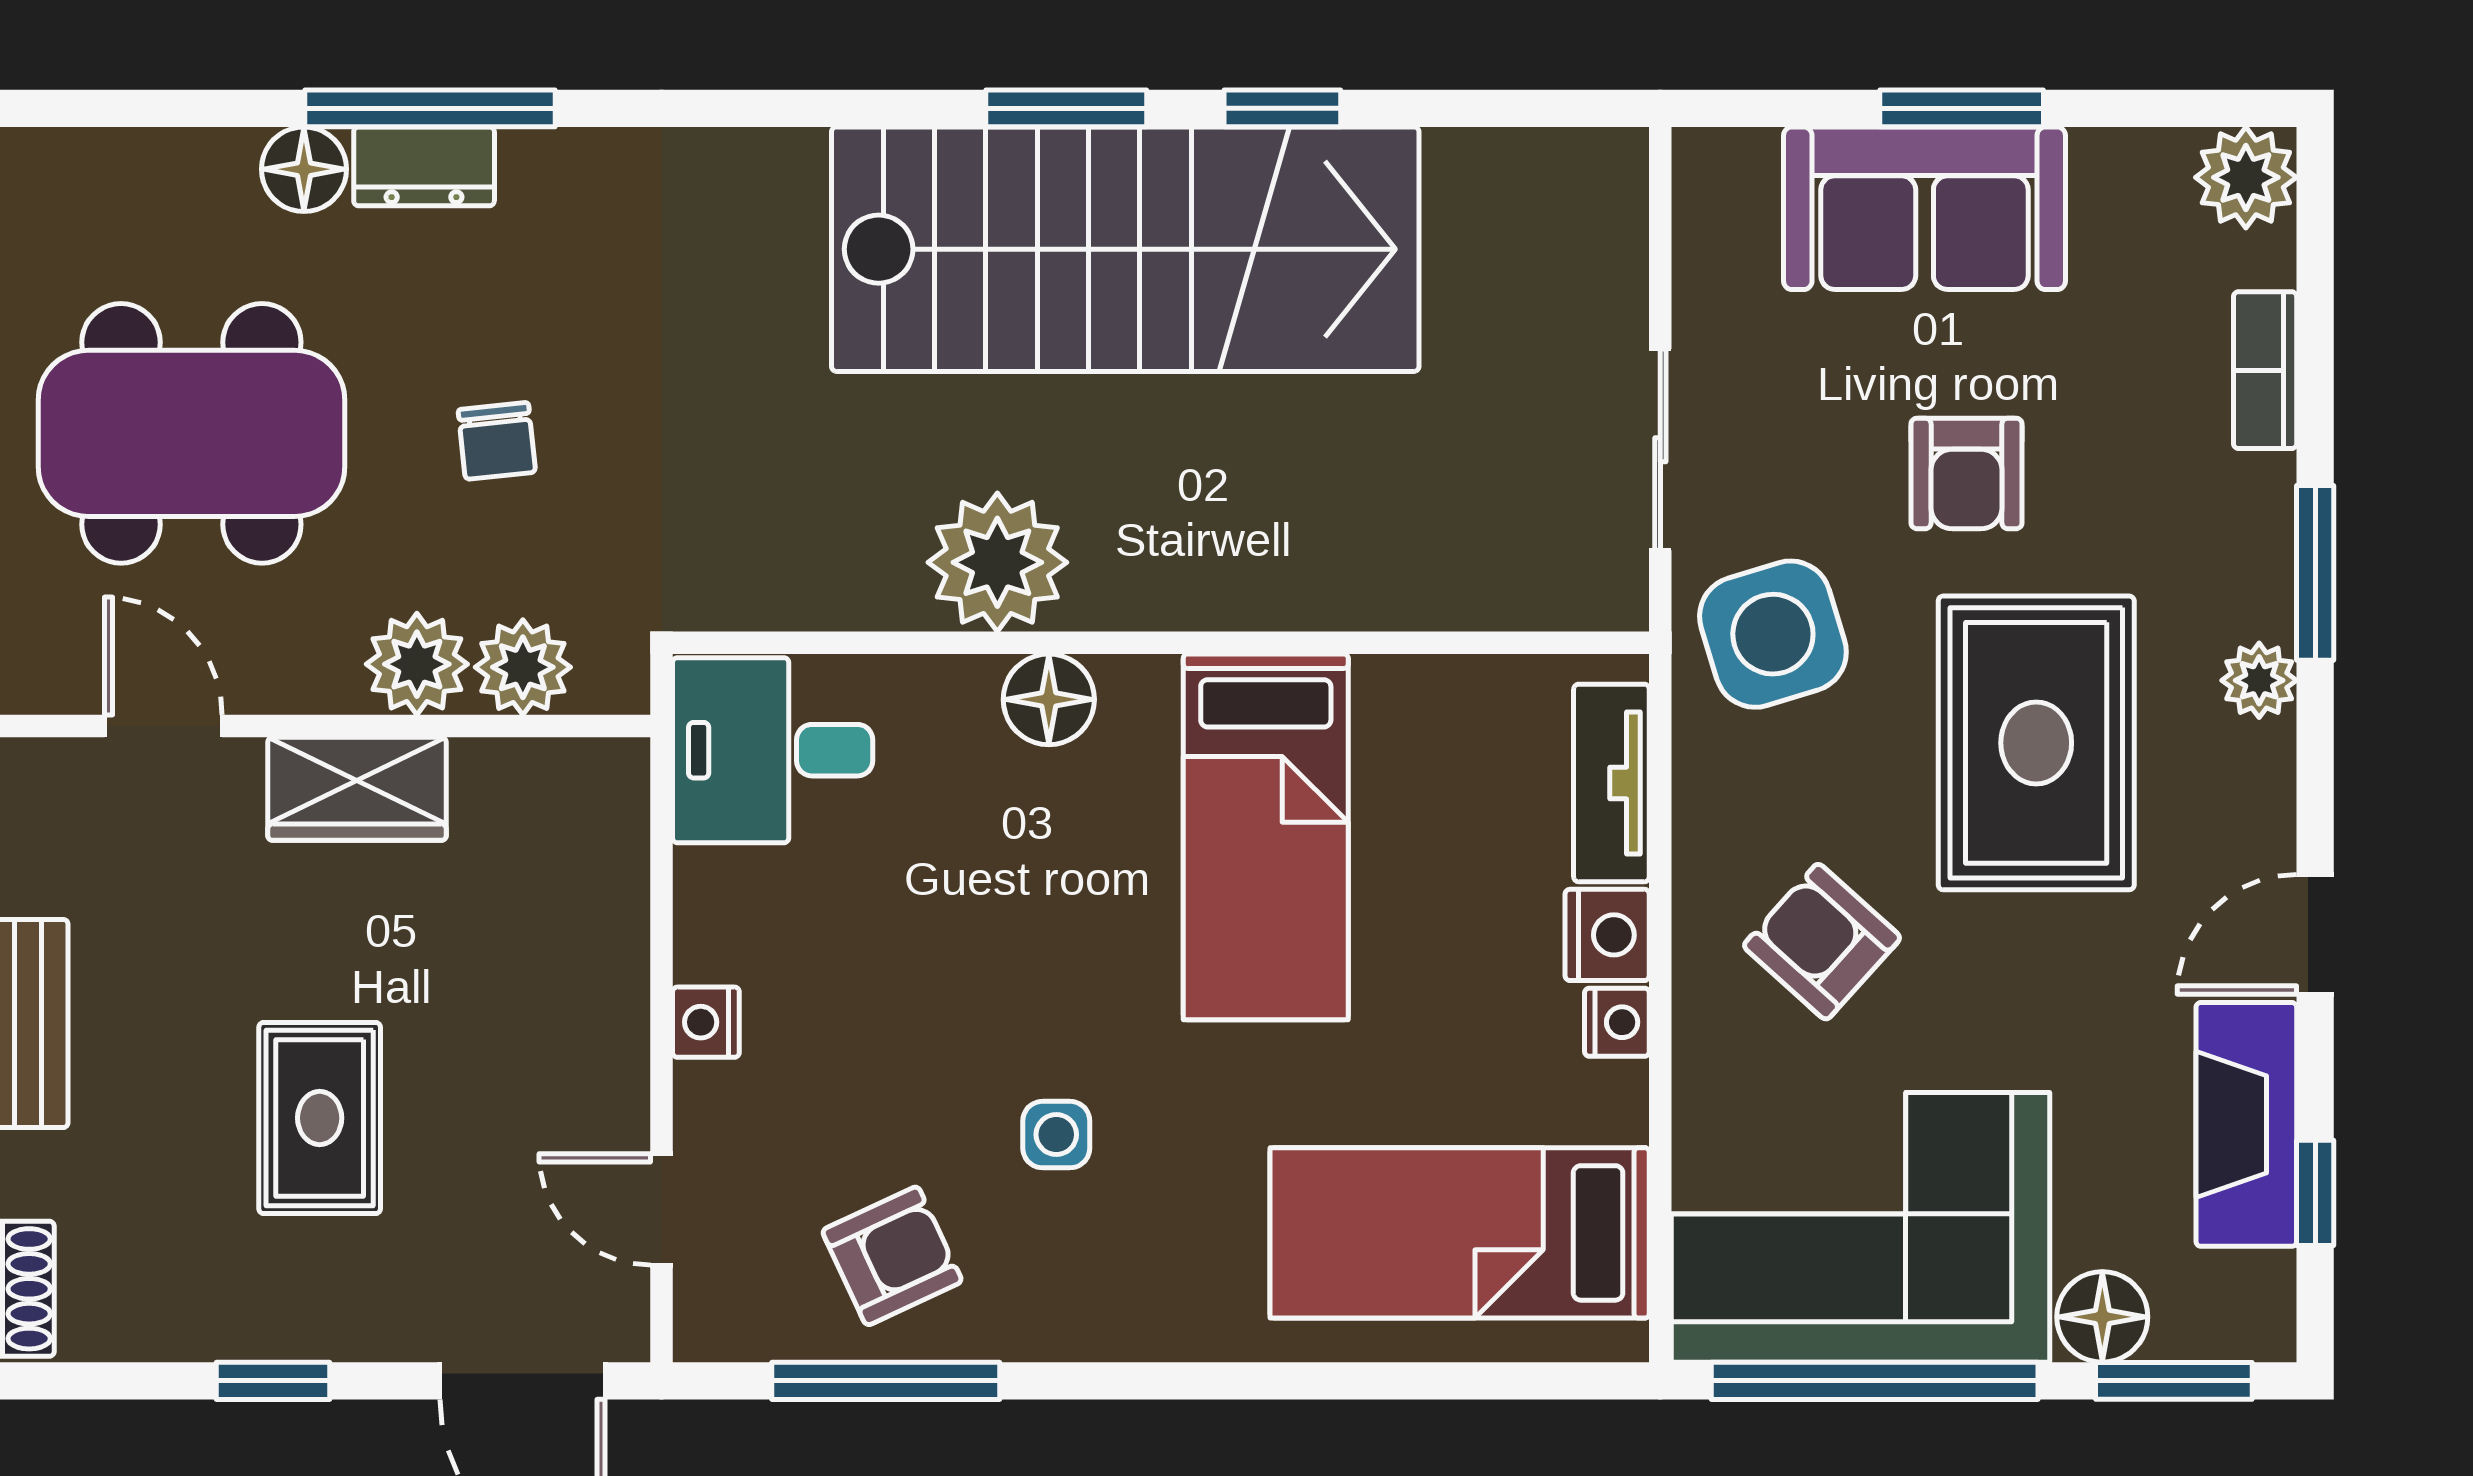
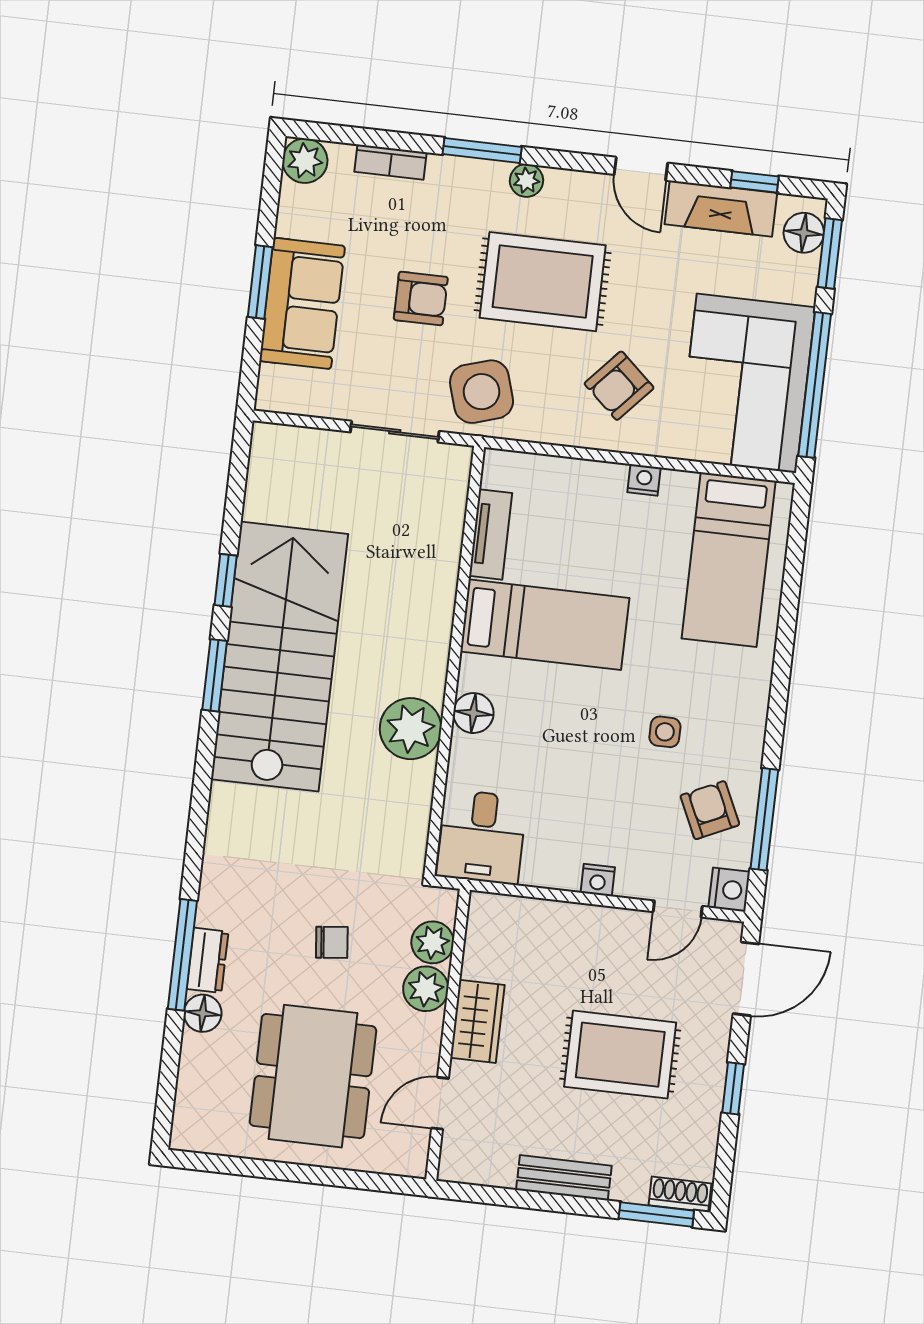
tv unit: (1611, 783) -> (491, 534), moved, turned -90
nightstand: (1607, 935) -> (729, 890), moved, turned 90
rug: (320, 1118) -> (620, 1055), width x1.36, depth x1.43
floor lamp: (2102, 1317) -> (804, 233), moved

